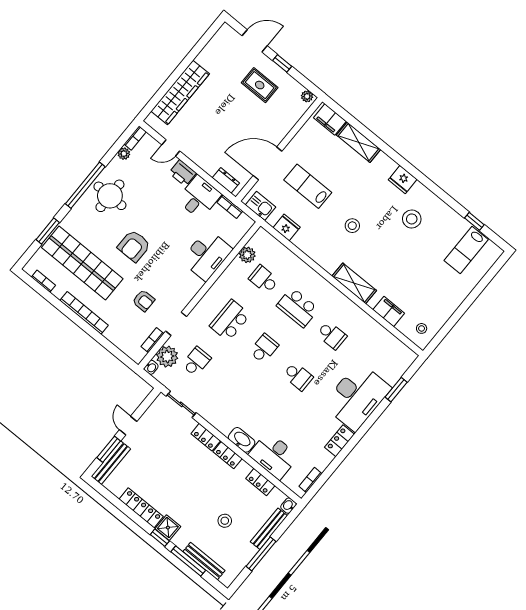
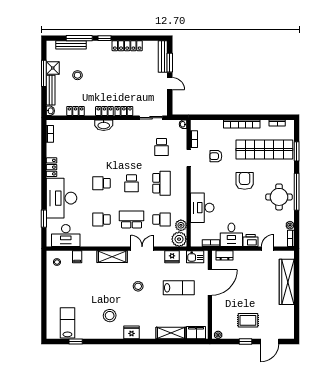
double door: (313, 264) -> (142, 249), added
filing cabinet: (389, 312) -> (77, 257), width x0.50
plant: (167, 357) -> (179, 239), moved
desk: (274, 456) -> (66, 236), moved, turned 180
shower: (168, 528) -> (53, 68), moved

